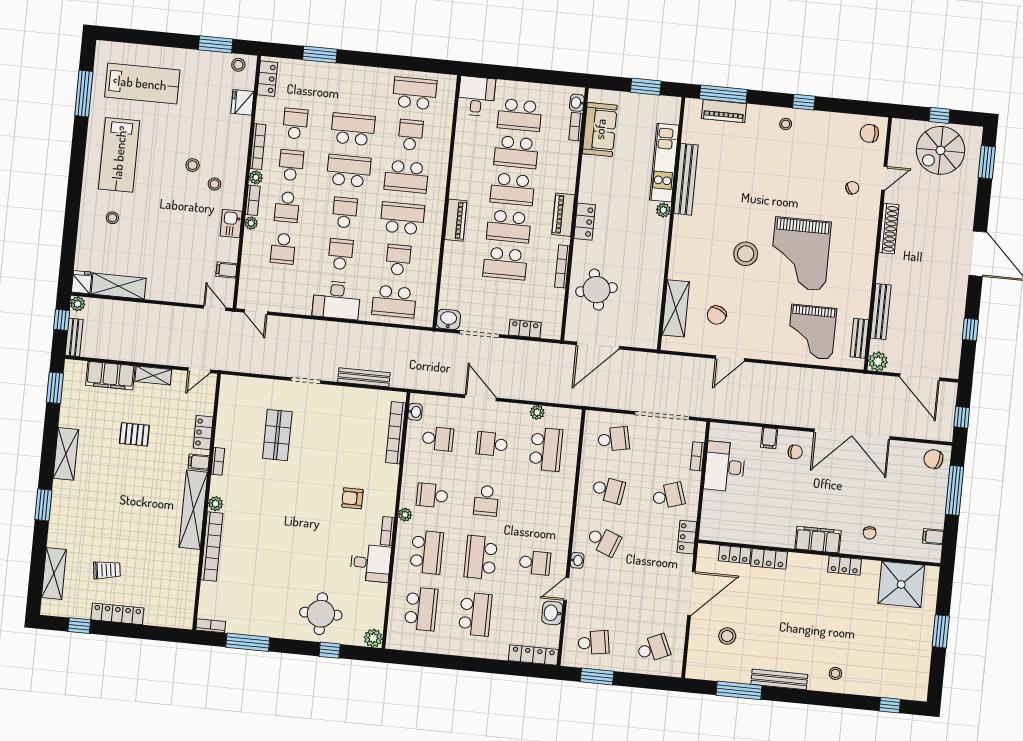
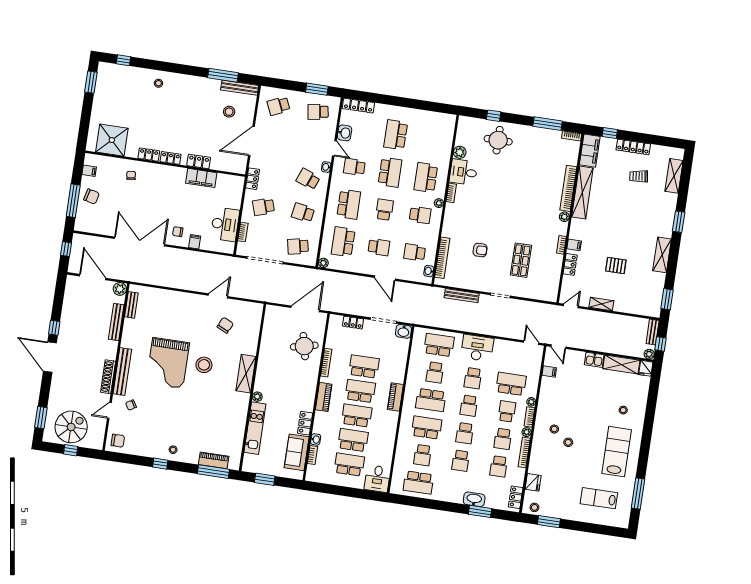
washbasin: (330, 72) -> (474, 499), added
lab bench: (142, 83) -> (599, 498), width x0.73, depth x0.72
washbasin: (577, 103) -> (316, 439), moved
school desk: (353, 129) -> (461, 461), width x0.54
school desk: (349, 171) -> (465, 433), width x0.54
bench: (686, 179) -> (122, 372), moved
locker: (585, 222) -> (305, 423), moved
kitchen sink: (231, 224) -> (594, 360), moved, turned 90
school desk: (283, 249) -> (511, 384), width x1.85
grand piano: (800, 254) -> (168, 363), turned 180
shelving: (676, 308) -> (246, 374), moved
window: (970, 329) -> (54, 328), moved
grand piano: (812, 332) -> (163, 311), removed
filing cabinet: (110, 376) -> (590, 151), moved, turned 90
plant: (537, 412) -> (323, 263), moved
chair: (933, 459) -> (91, 197), moved
armchair: (352, 498) -> (480, 250), moved
shelving: (193, 510) -> (582, 192), moved
filing cabinet: (818, 540) -> (201, 178), moved
locker: (735, 555) -> (171, 158), moved
door: (566, 589) -> (334, 148), hinge flipped
school desk: (421, 609) -> (349, 204), moved, turned 180
window: (79, 626) -> (610, 133), moved
window: (941, 631) -> (91, 82), moved
plant: (373, 638) -> (460, 152), moved
bench: (779, 679) -> (240, 88), moved

